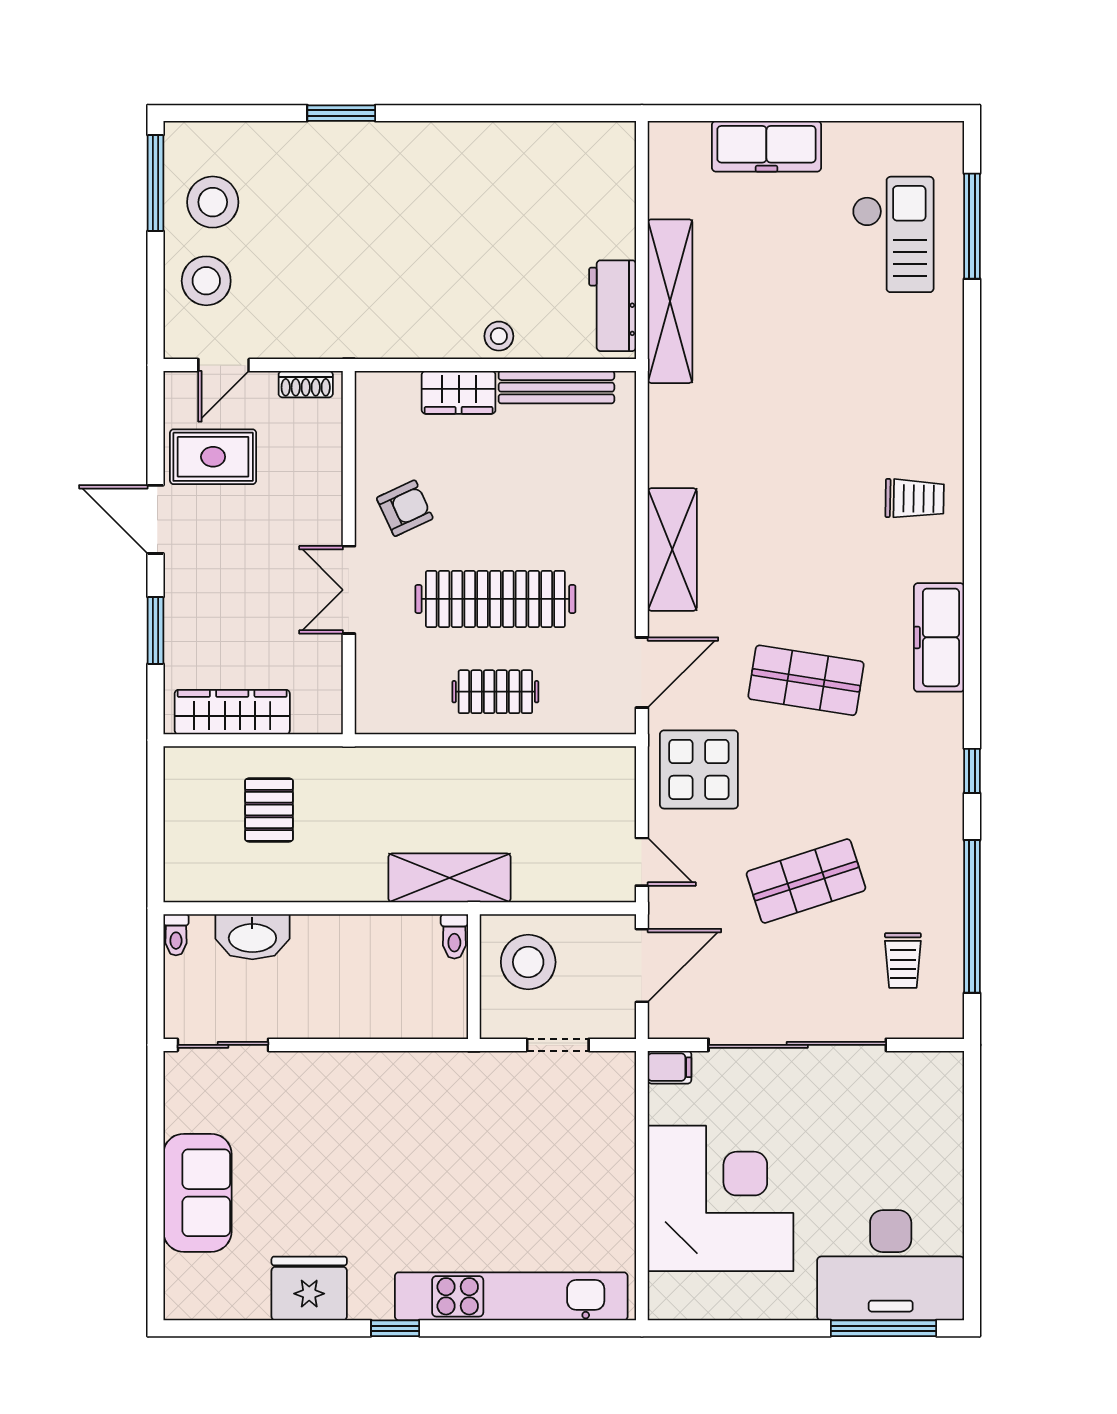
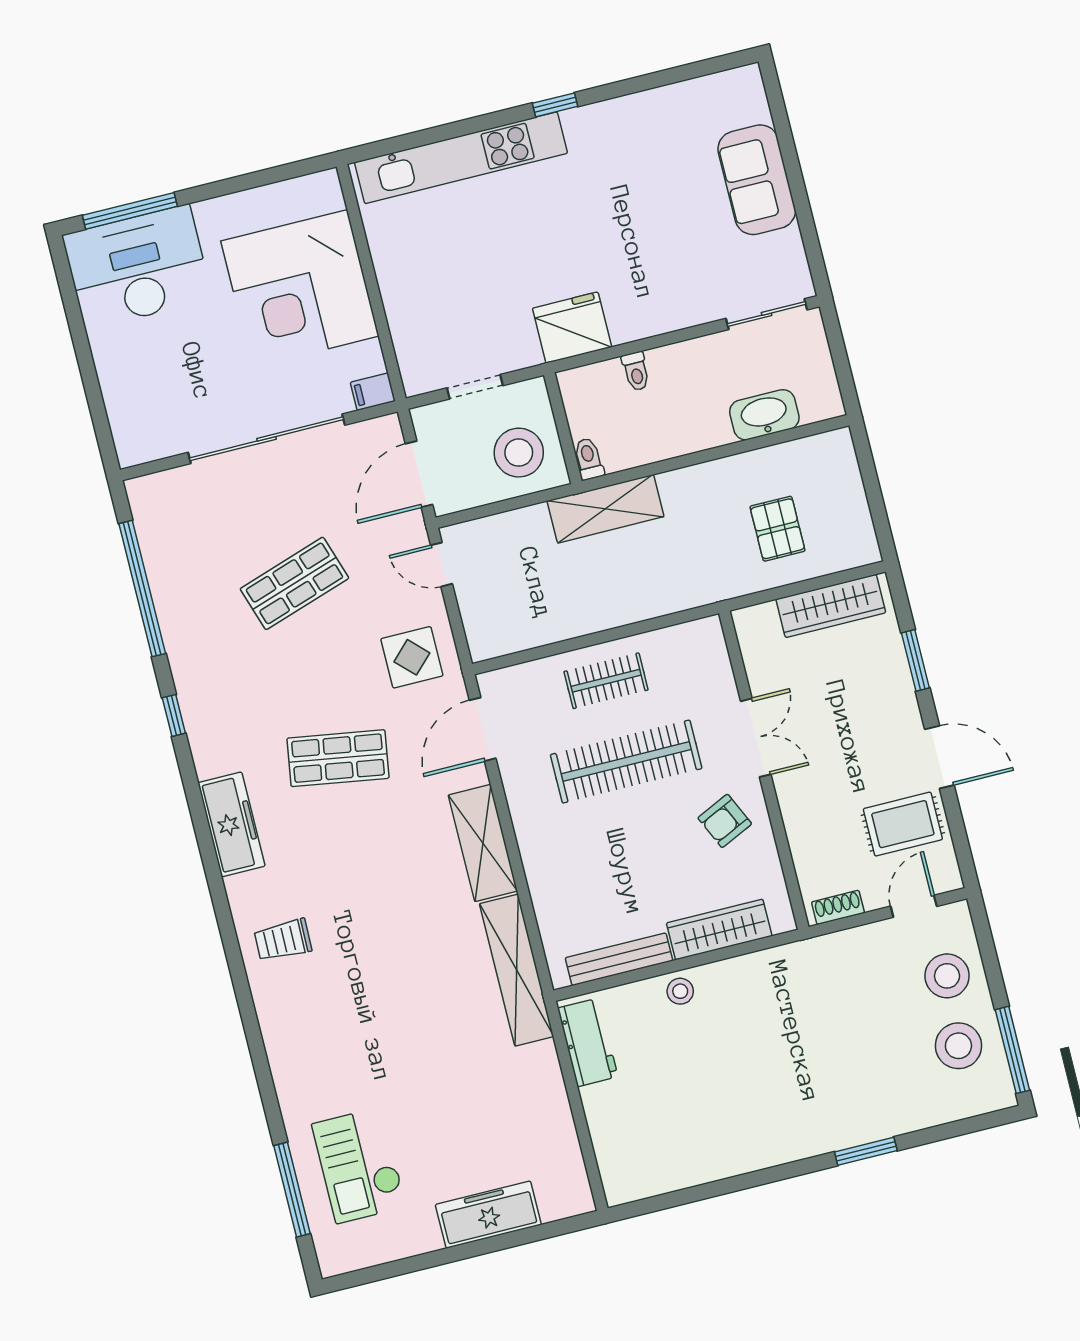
shelving: (670, 301) -> (517, 970), moved
wardrobe: (459, 392) -> (719, 929), width x1.50
display table: (699, 769) -> (412, 657), width x0.73, depth x0.73
toilet: (176, 935) -> (636, 371), moved, turned 180
trolley: (903, 960) -> (193, 535), removed
fridge: (309, 1288) -> (572, 328), moved, turned 180

